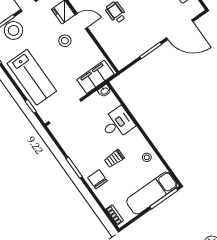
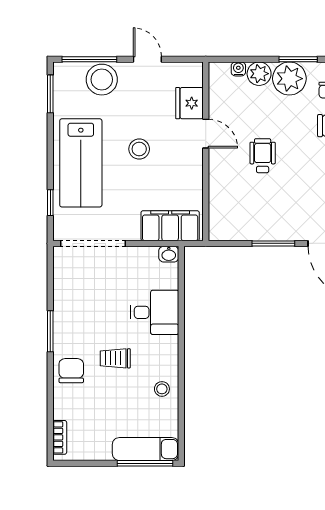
stool: (65, 41) -> (139, 149), moved
exam couch: (152, 193) -> (146, 449), width x0.73, depth x0.69

